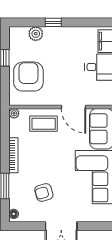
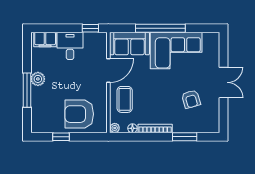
window: (53, 22) -> (27, 90), width x2.17
plant: (36, 34) -> (38, 79), moved
floor lamp: (14, 214) -> (132, 128), moved

